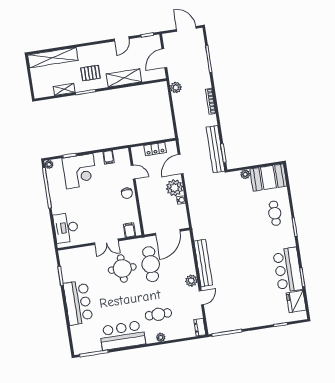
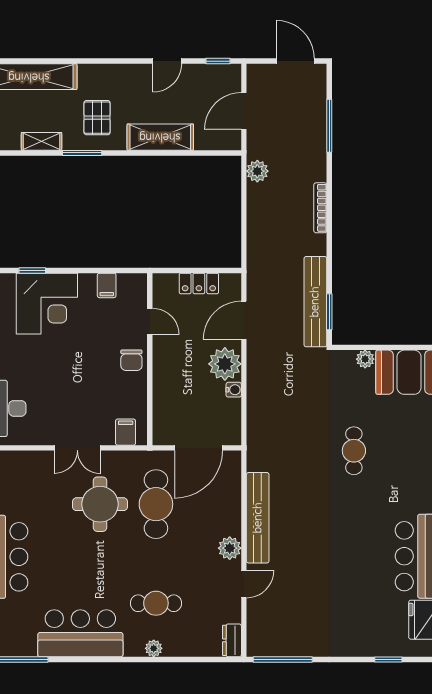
pallet: (90, 73) -> (97, 118), turned 90
cafe table: (275, 213) -> (354, 451), moved

